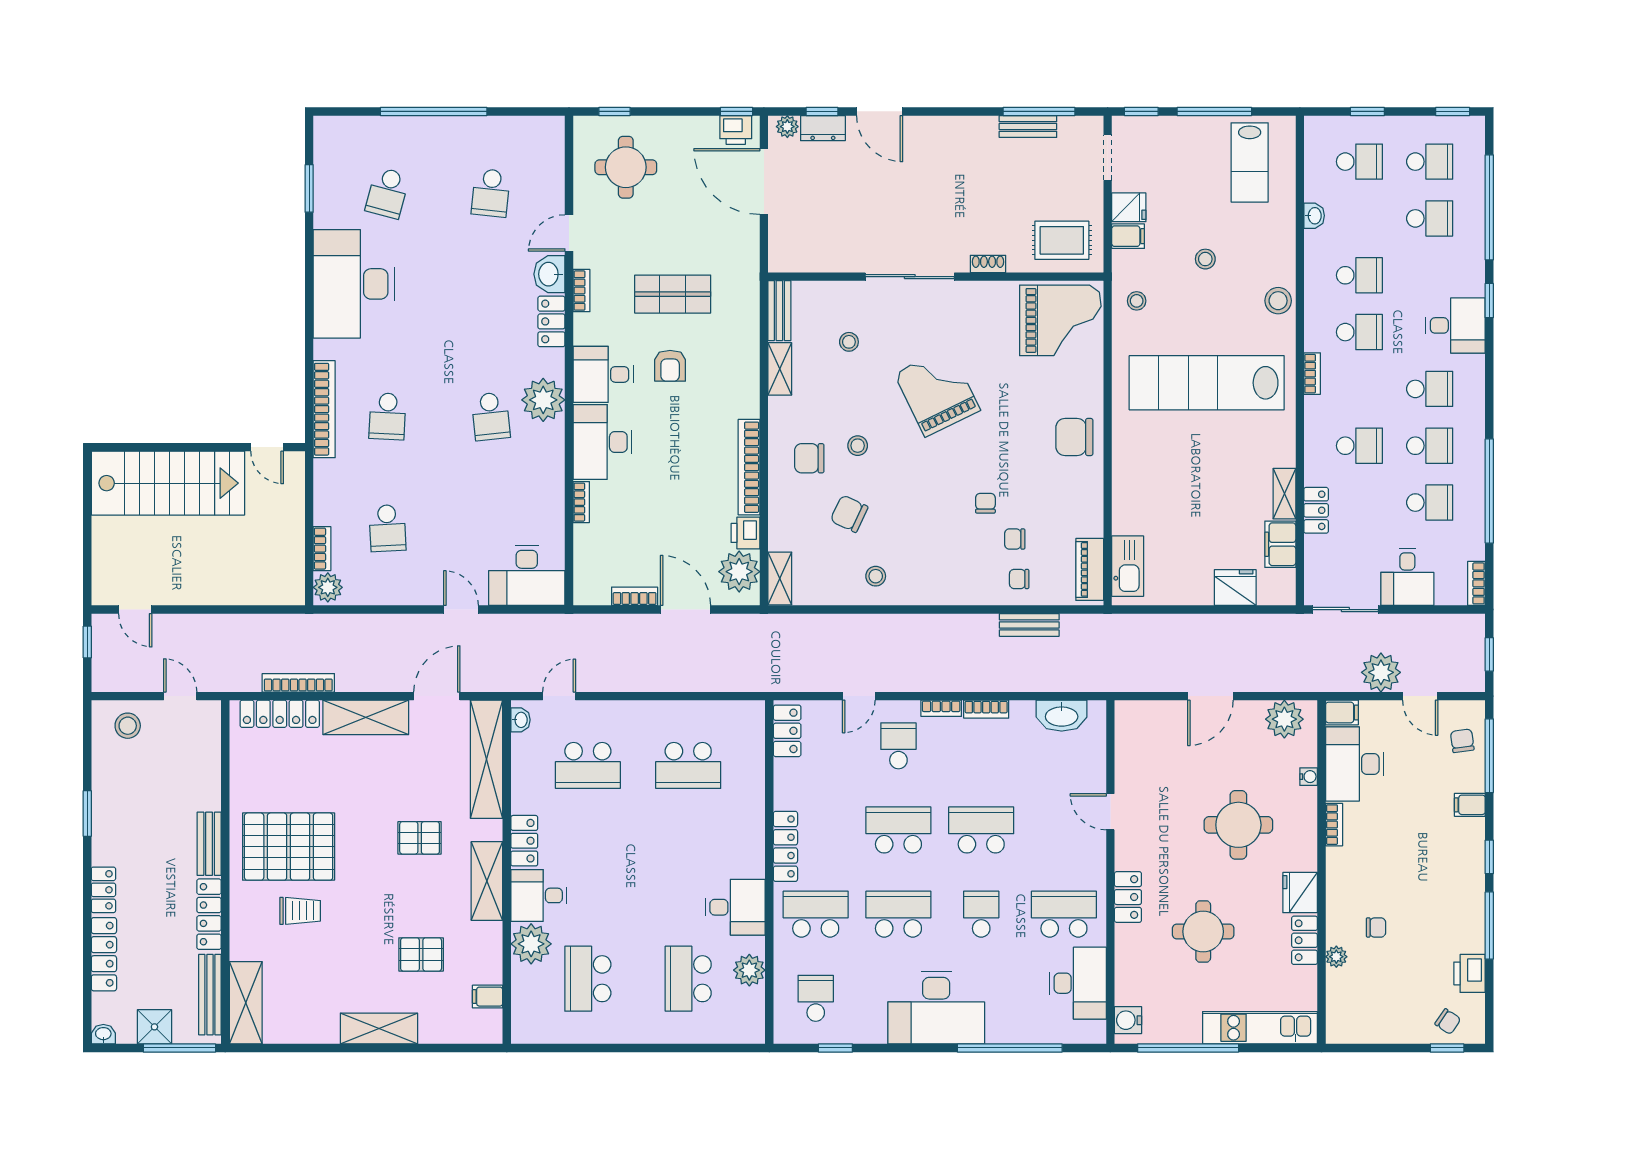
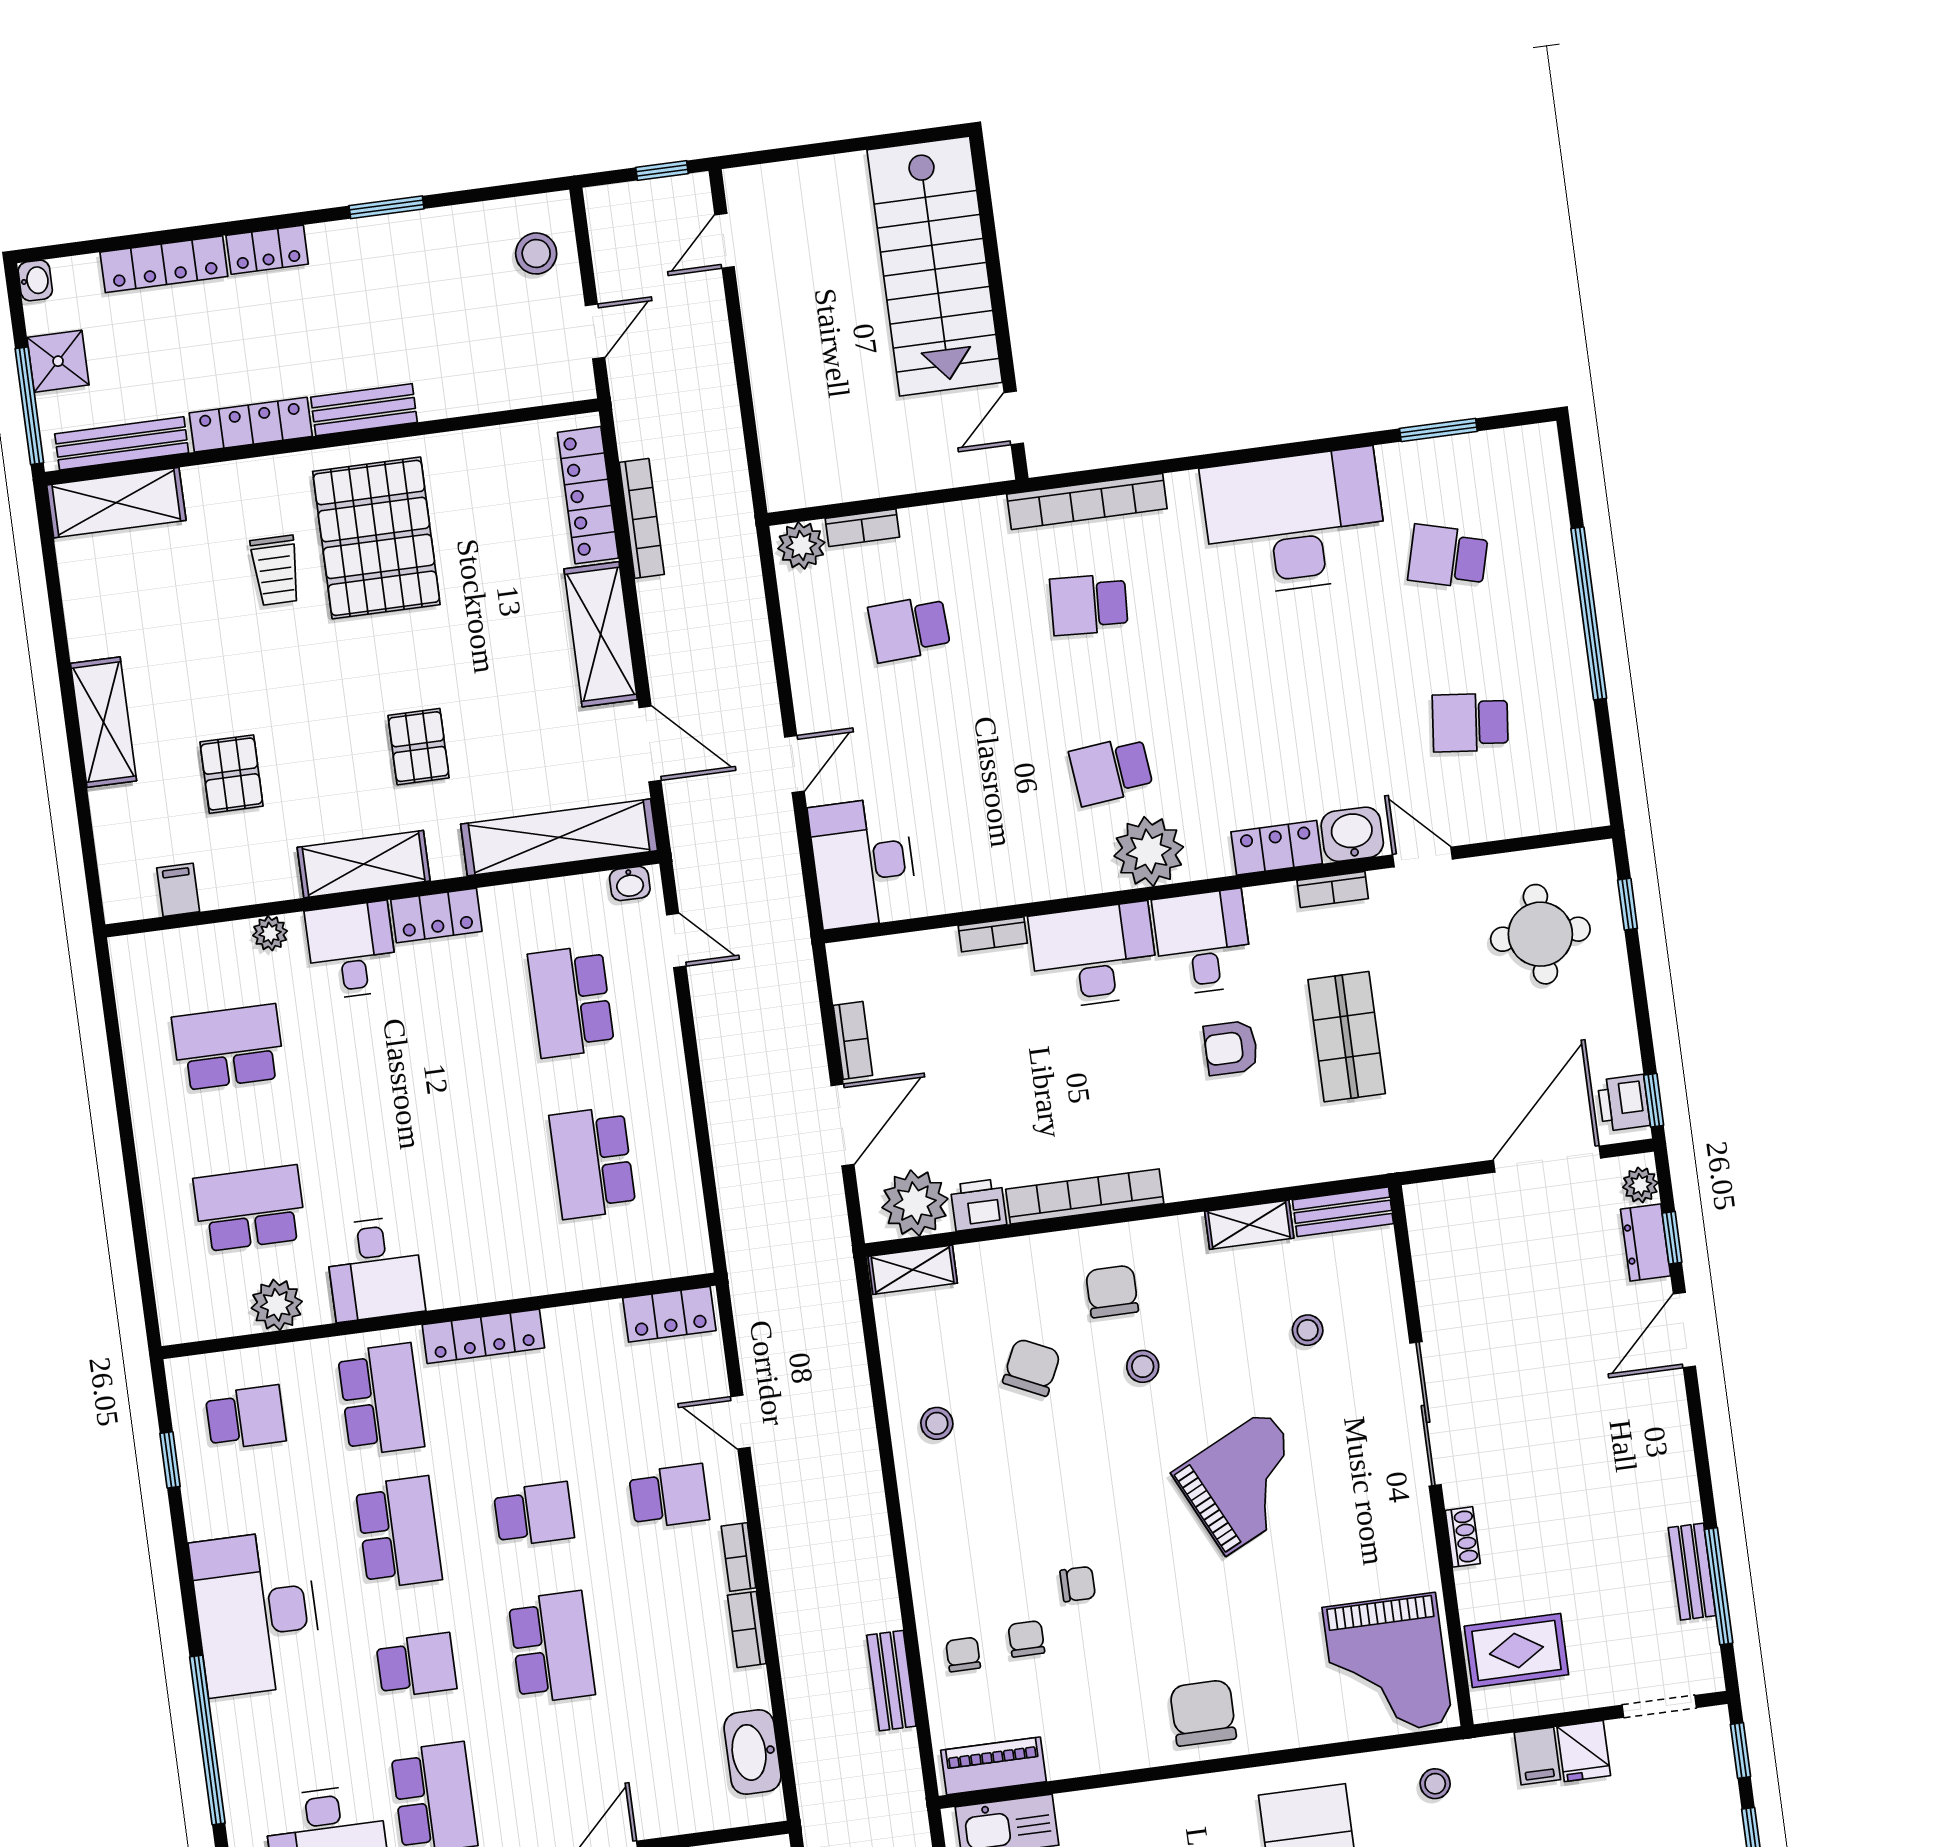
rug: (1062, 240) -> (1516, 1650), turned 90
school desk: (898, 830) -> (534, 1514), width x0.54
plant: (531, 944) -> (270, 933), width x0.53, depth x0.53

